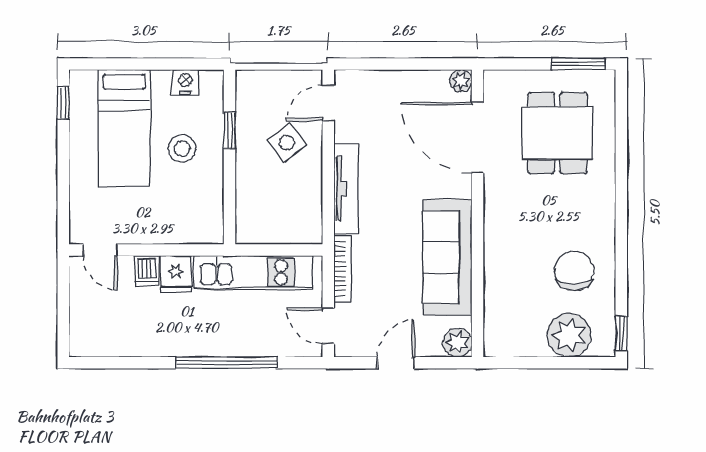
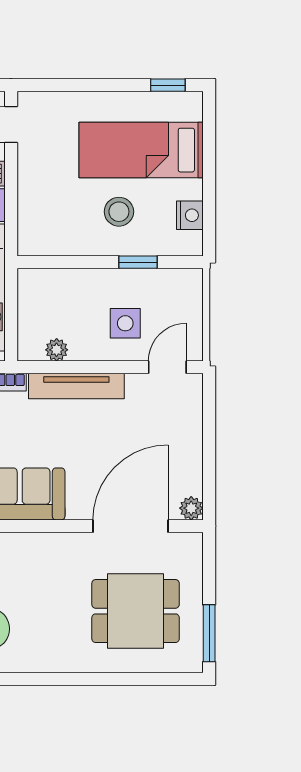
door: (328, 103) -> (167, 367), hinge flipped
side table: (287, 143) -> (125, 323), turned 37
plant: (312, 207) -> (57, 350), added

